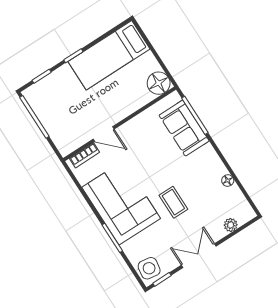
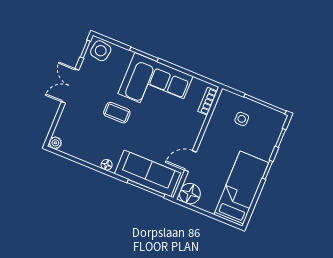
side table: (65, 118) -> (242, 119), added
sofa: (184, 128) -> (147, 173), width x1.36
door: (104, 134) -> (190, 161), moved
floor lamp: (228, 181) -> (107, 165), moved
plant: (231, 225) -> (55, 143), moved
double door: (199, 256) -> (70, 86), swing flipped

